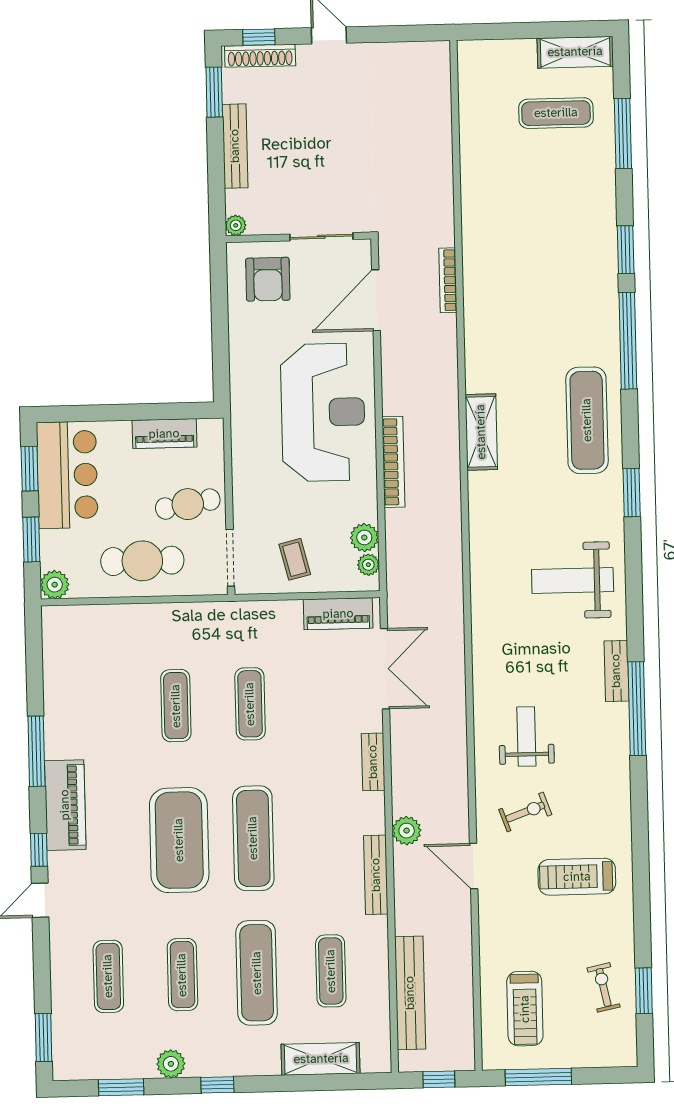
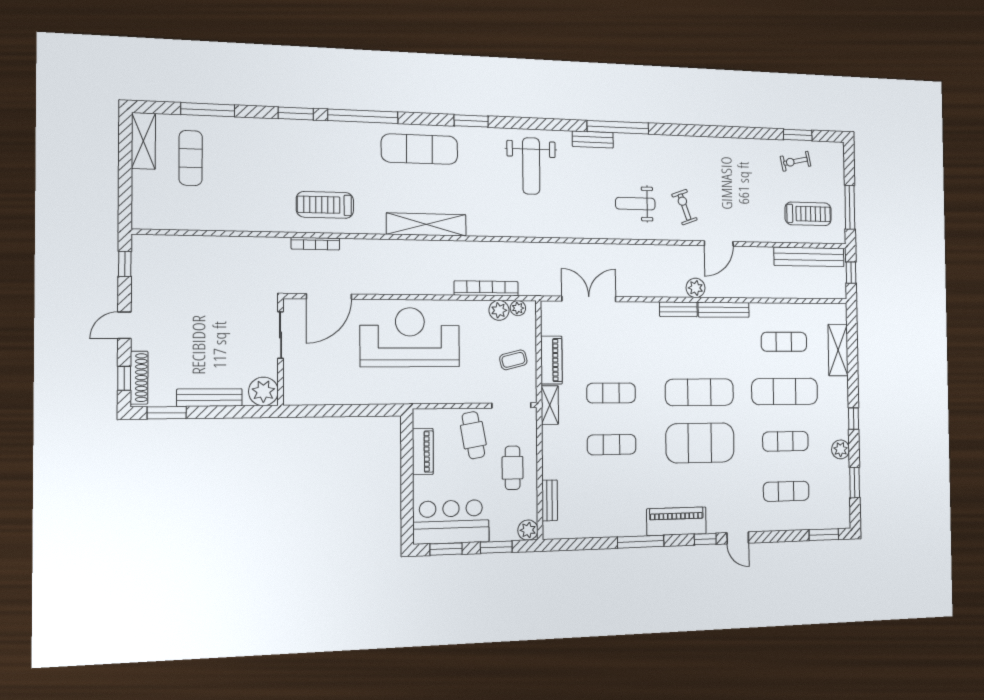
window: (410, 33) -> (125, 264), added
plant: (236, 225) -> (263, 391), width x1.88, depth x1.88
armchair: (268, 279) -> (311, 375), removed
door: (376, 300) -> (329, 296), hinge flipped
shelving: (481, 432) -> (426, 225), width x1.47
bookcase: (393, 462) -> (486, 288), moved
cafe table: (142, 561) -> (513, 468), width x0.73, depth x0.74
shelving: (231, 613) -> (550, 405), added
piano: (338, 614) -> (551, 360), moved
bench: (96, 615) -> (550, 500), added
bench: (373, 762) -> (678, 309), moved
treadmill: (577, 877) -> (325, 205), moved, turned 90
bench: (410, 993) -> (809, 257), moved

